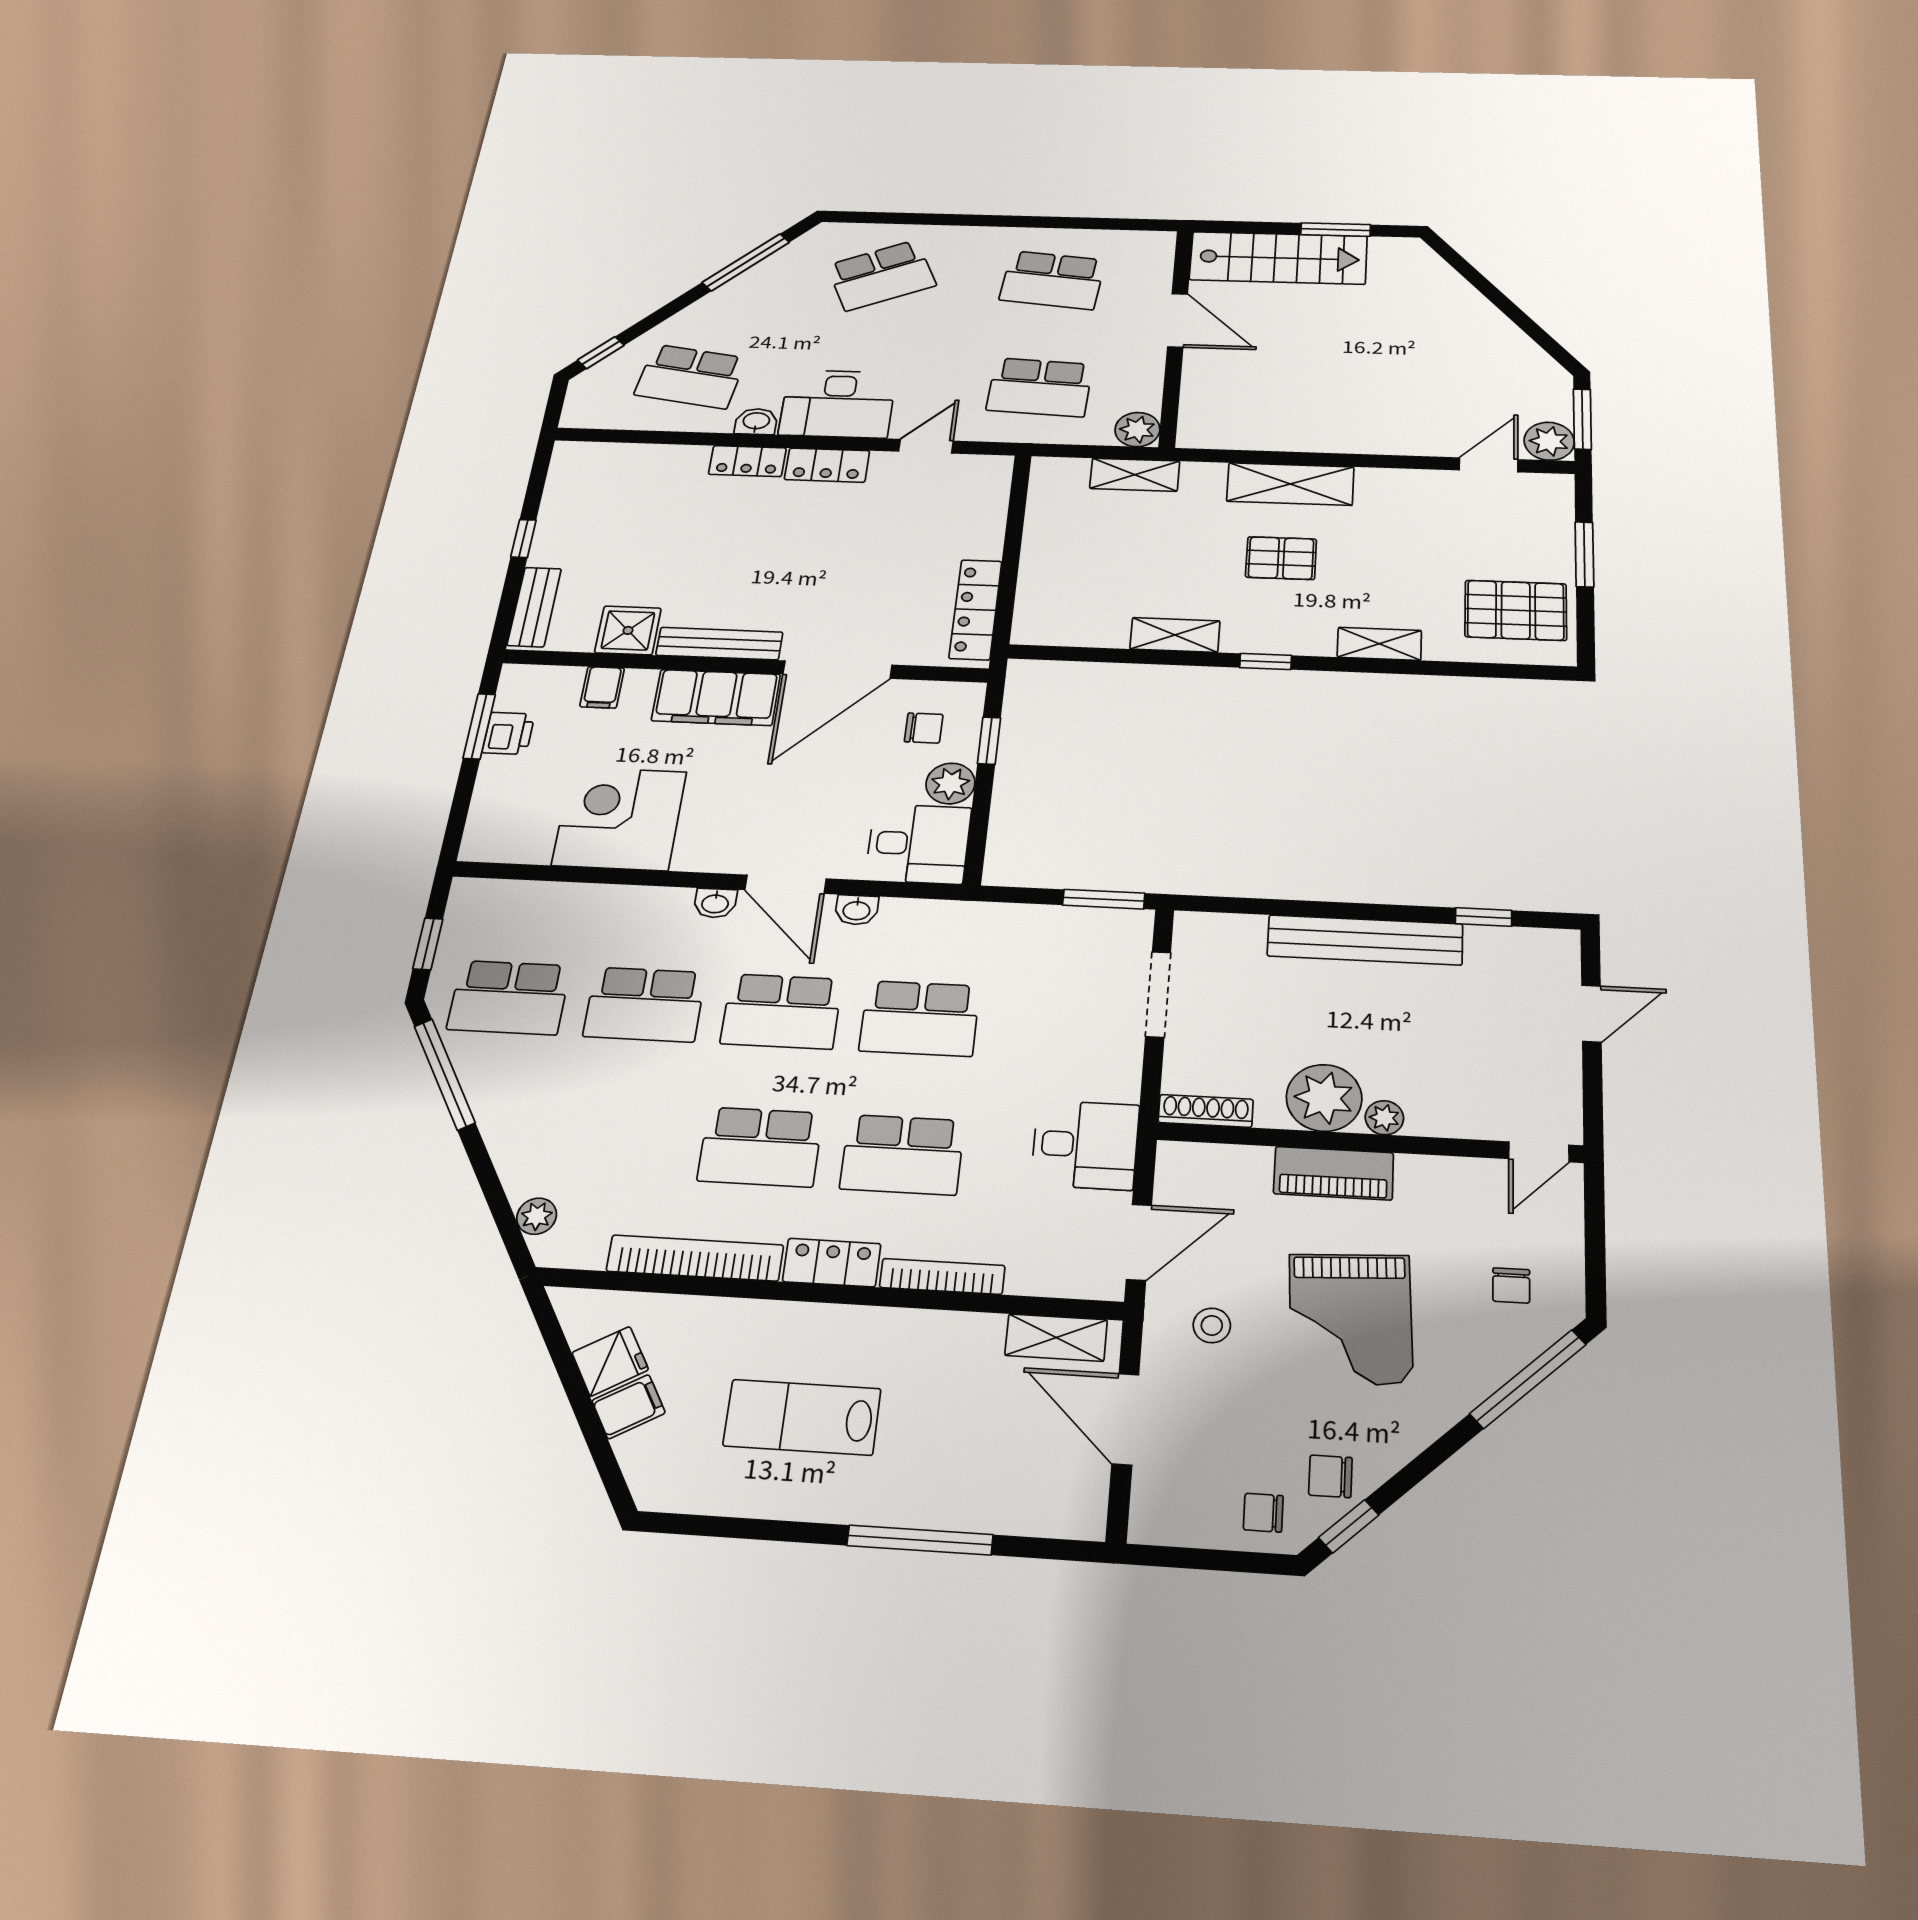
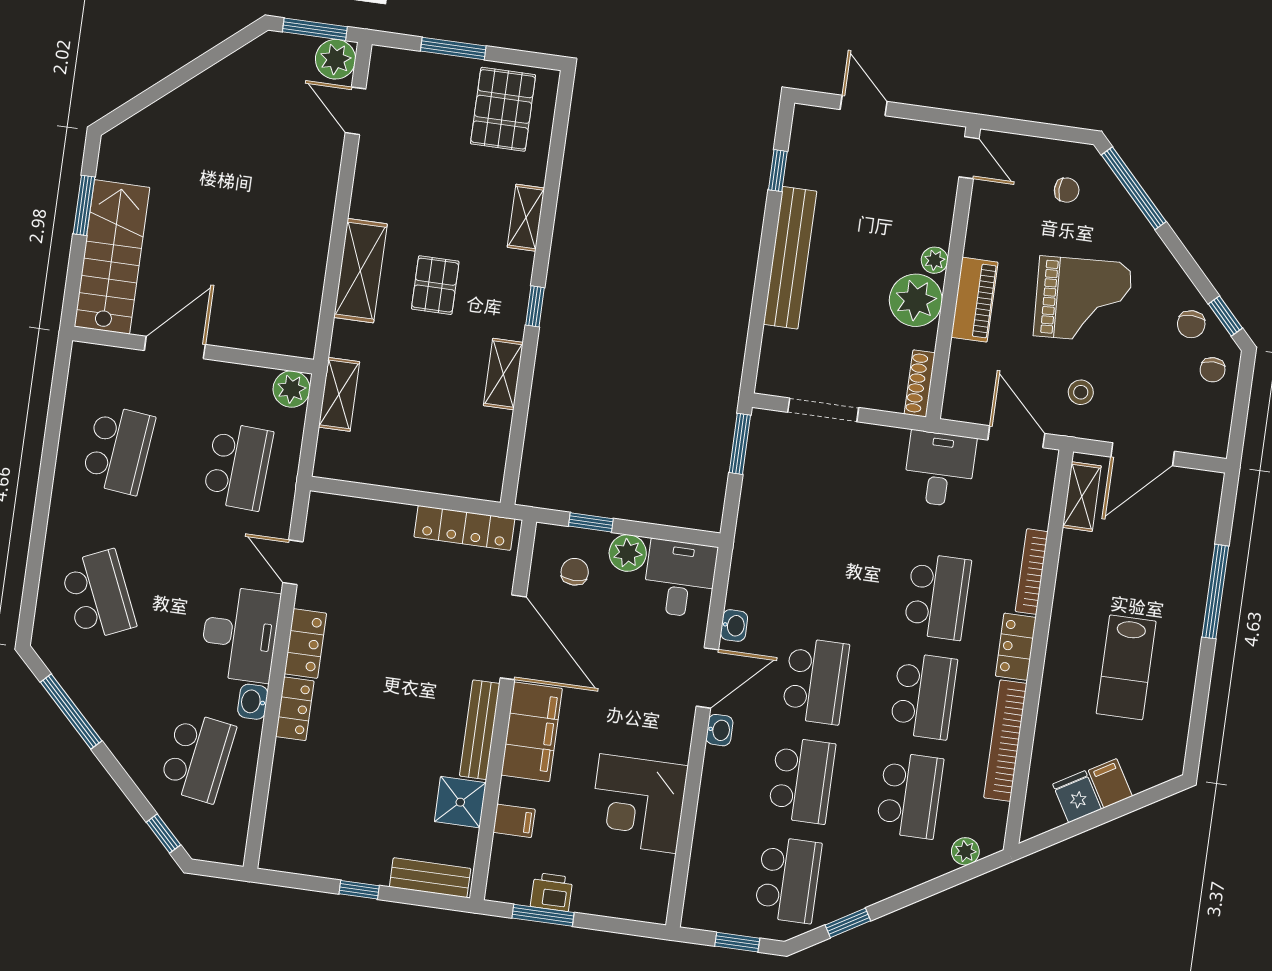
school desk: (920, 1018) -> (910, 795), moved
window: (445, 1074) -> (848, 923), width x0.46

